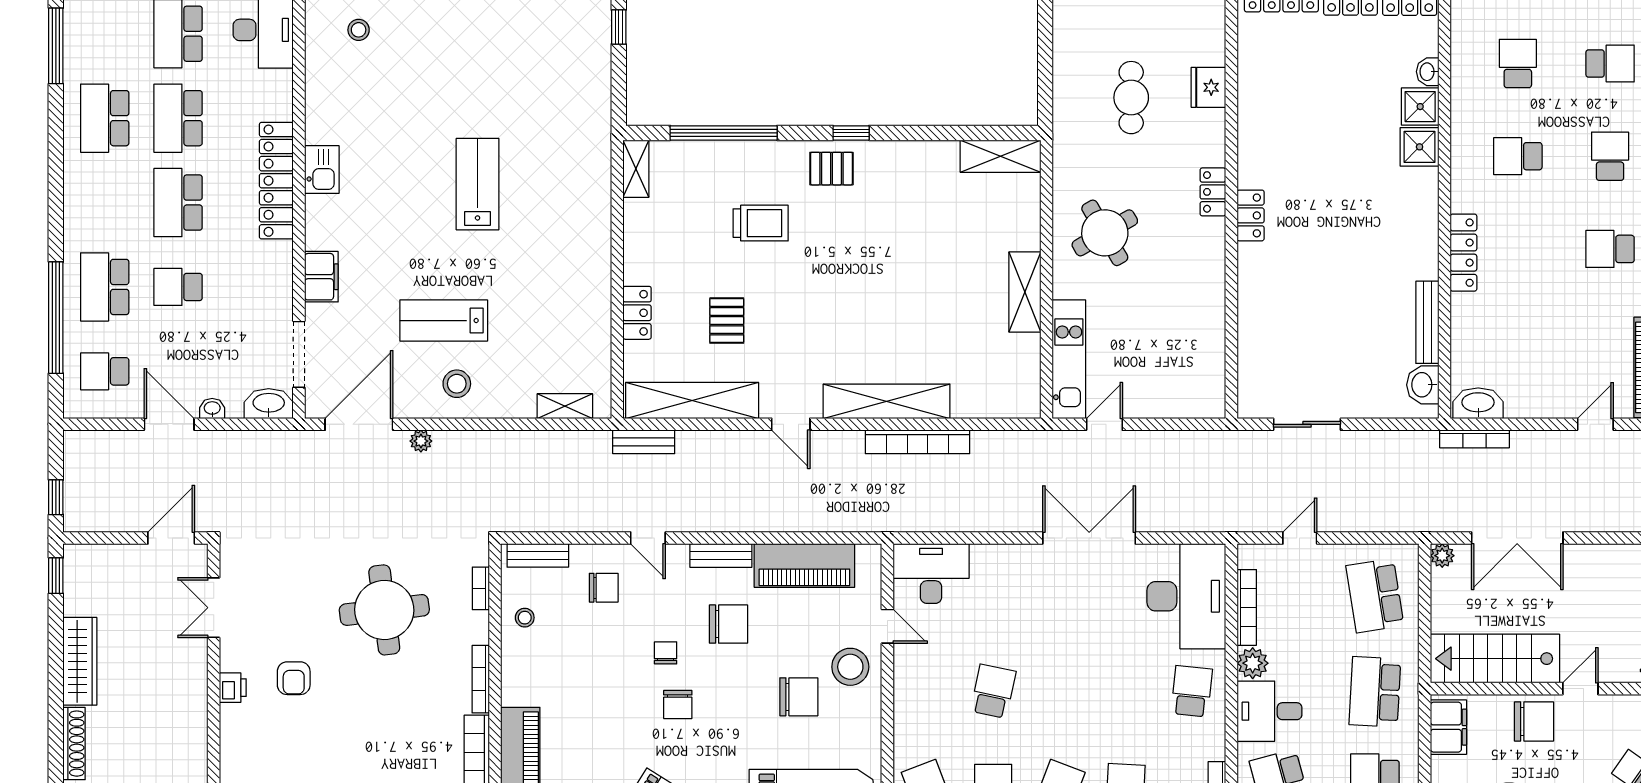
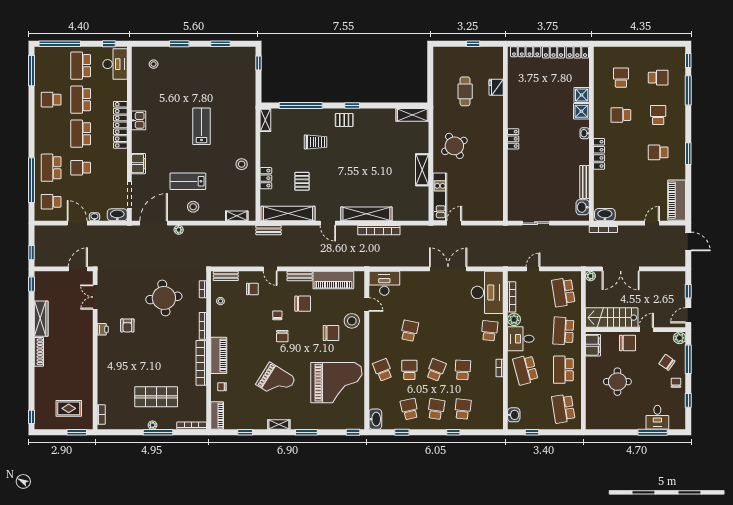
washbasin: (1428, 72) -> (585, 133), moved
school desk: (105, 118) -> (51, 100), width x0.54
locker: (1213, 192) -> (498, 129), removed
stool: (577, 278) -> (242, 164), added

